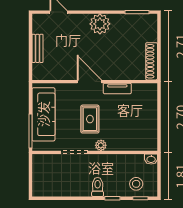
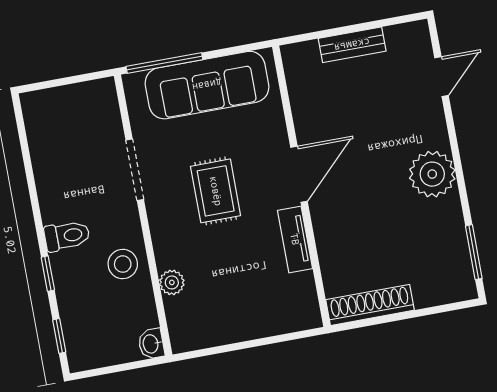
rug: (90, 119) -> (216, 191), turned 90
plant: (101, 145) -> (172, 282), moved
stool: (136, 184) -> (123, 264), moved

